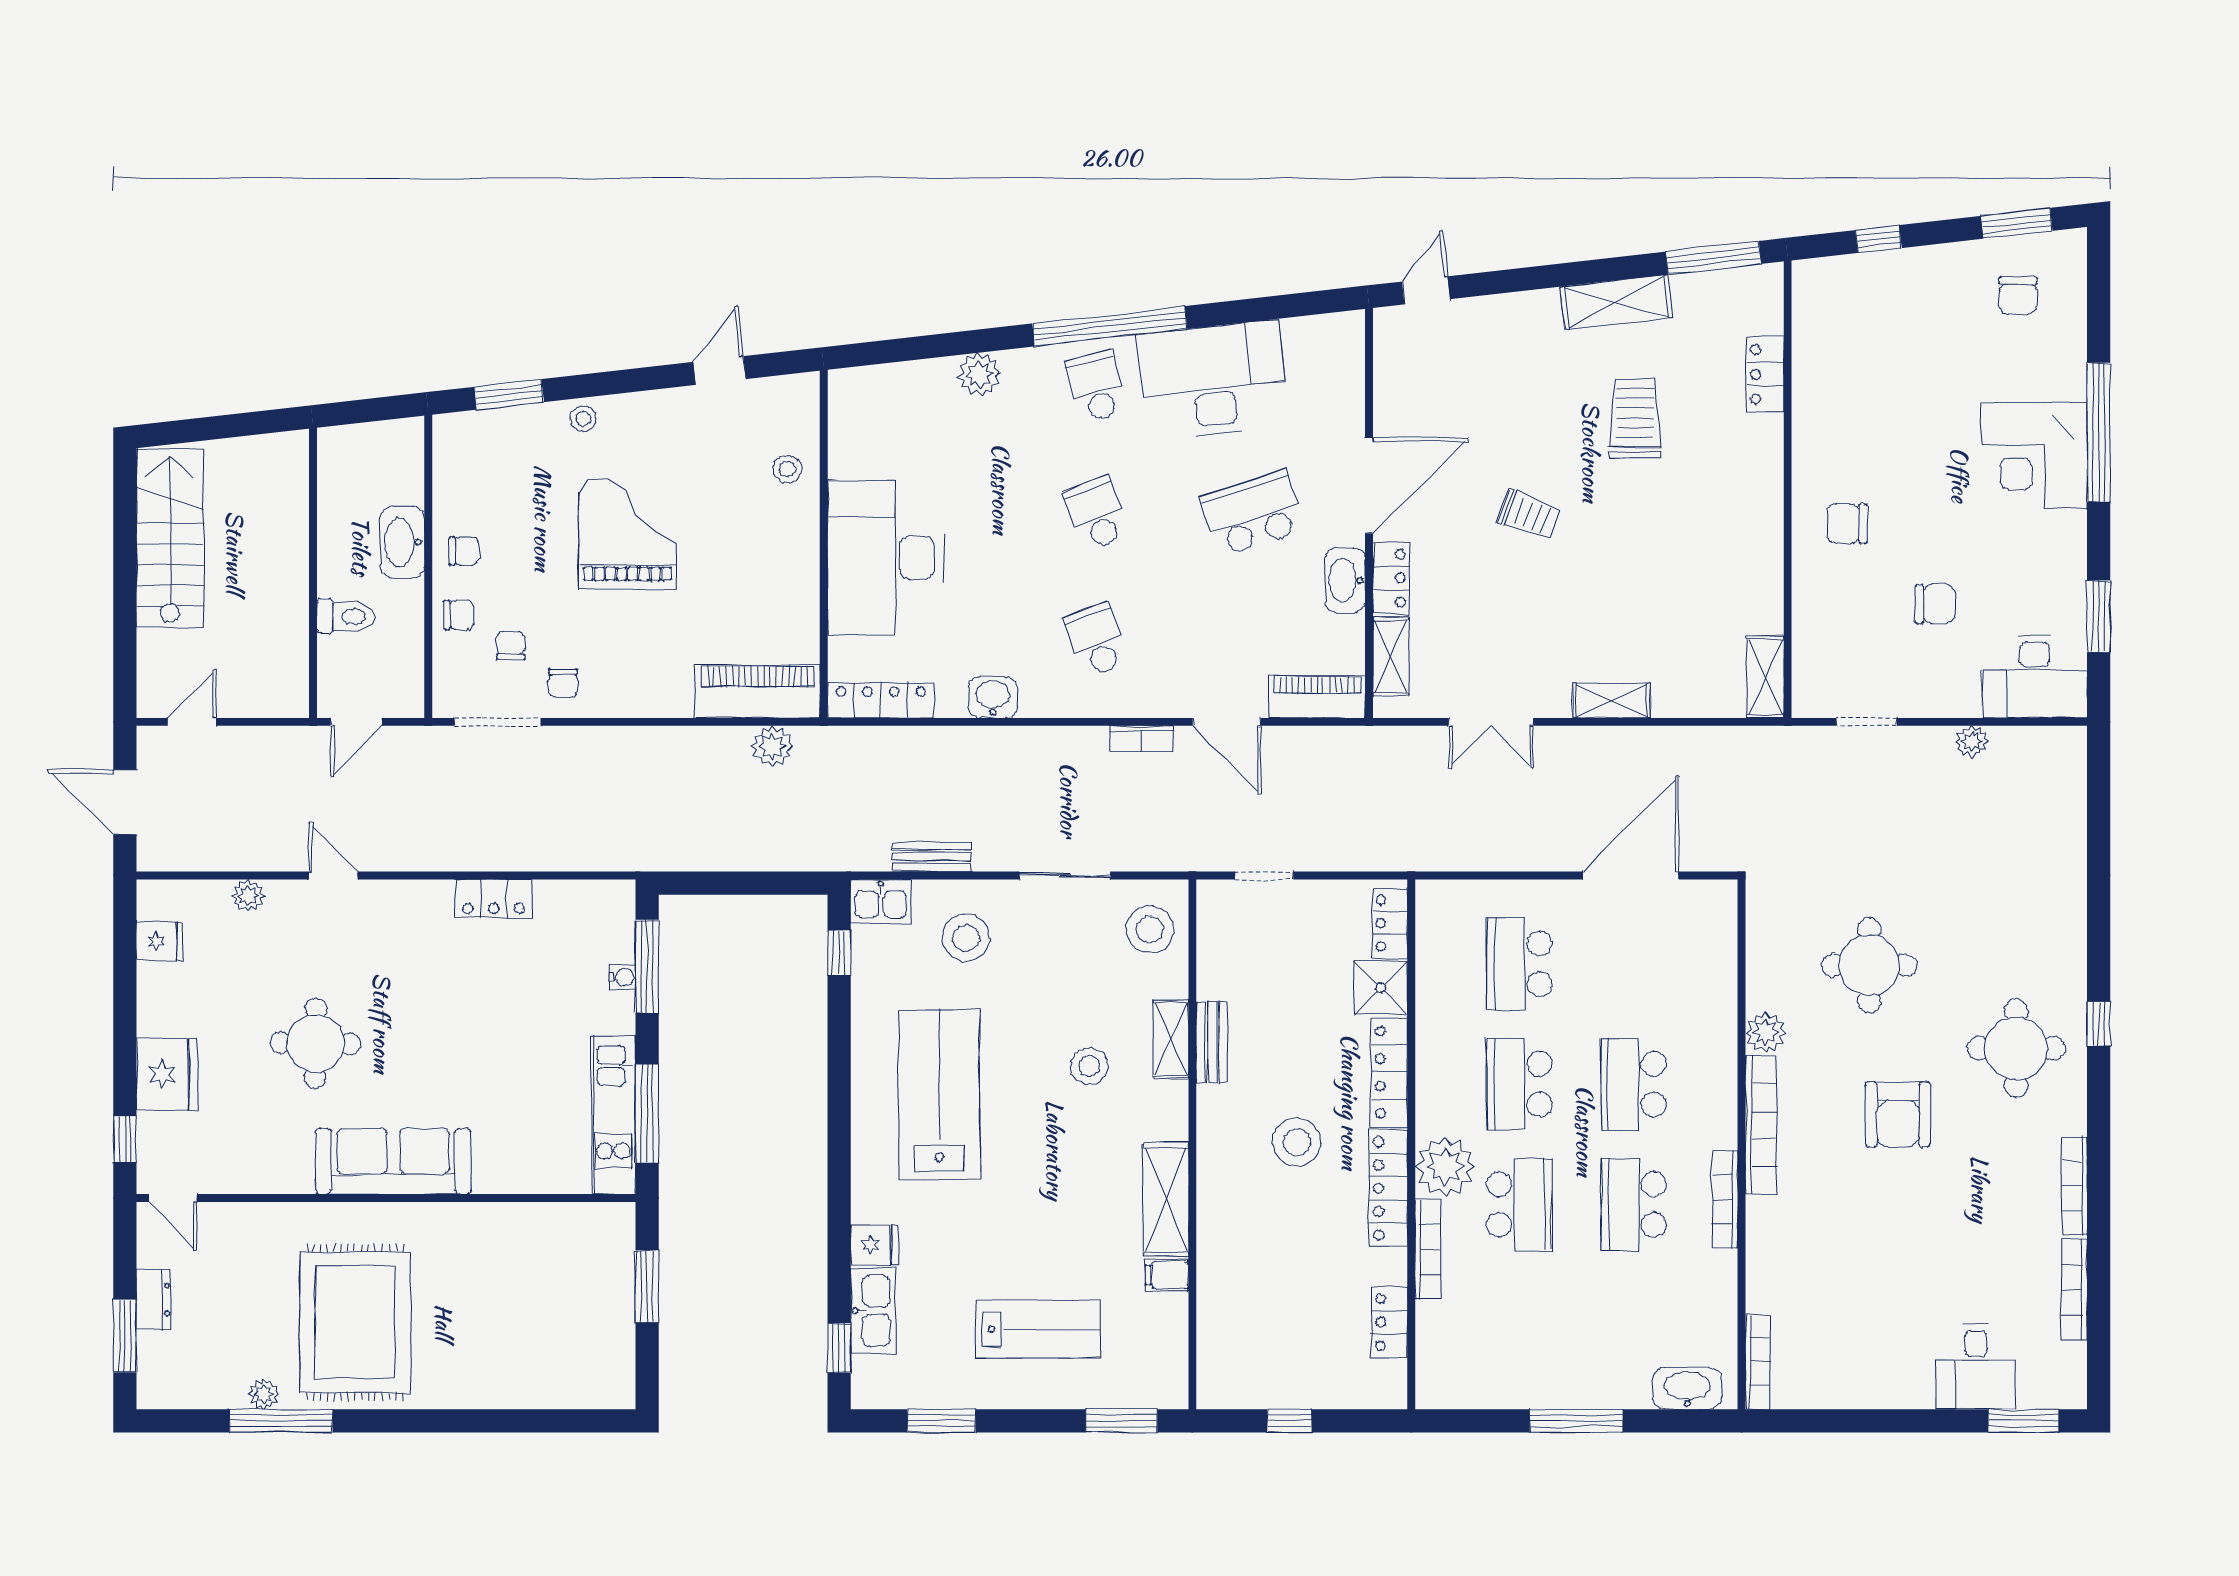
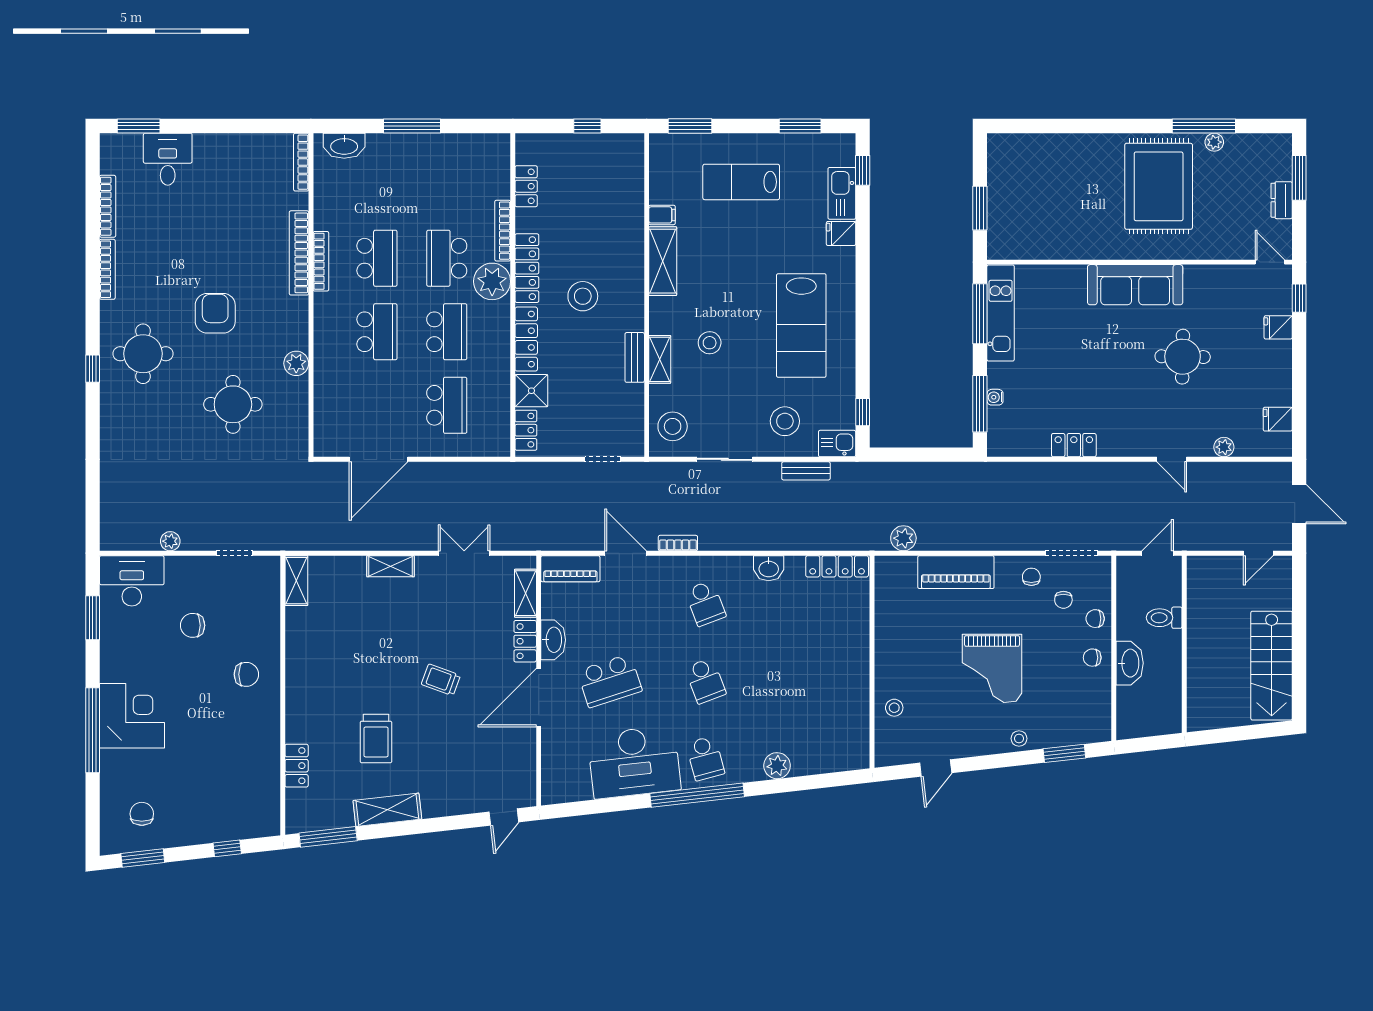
desk: (886, 558) -> (834, 654), removed
piano: (758, 691) -> (956, 572), moved
fridge: (167, 1074) -> (1278, 327), width x0.53, depth x0.75
bookcase: (1761, 1125) -> (299, 253), moved

